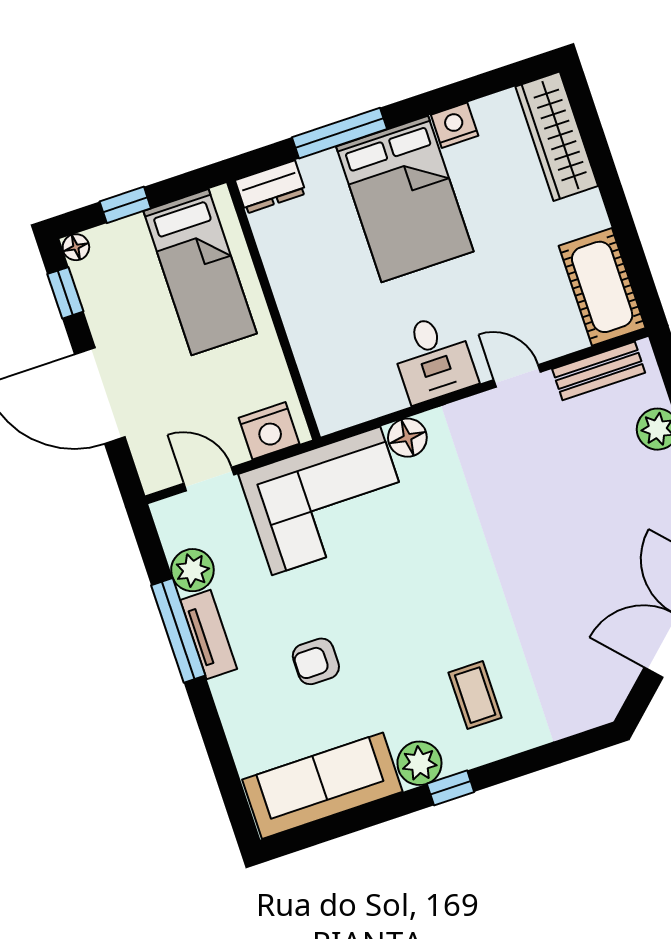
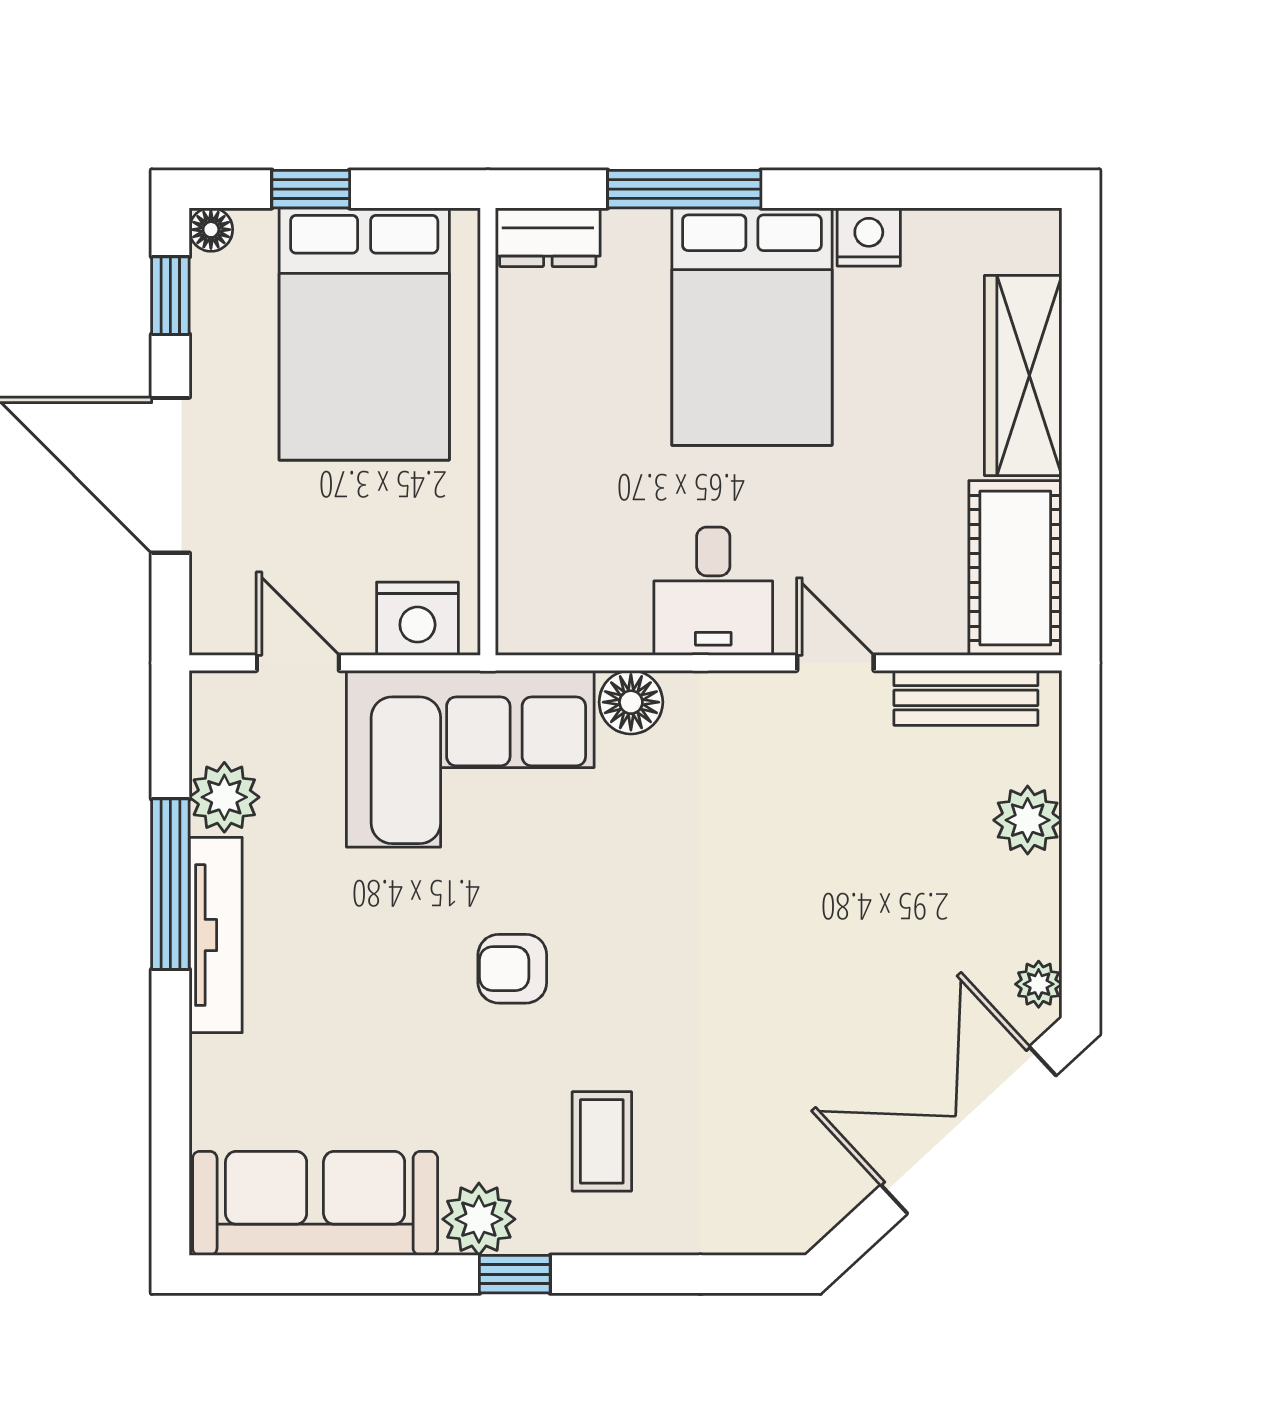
wardrobe: (557, 136) -> (1023, 375), moved
bed: (200, 272) -> (364, 334), width x1.50
tv unit: (209, 635) -> (216, 935), width x1.41
armchair: (316, 661) -> (512, 969), moved

